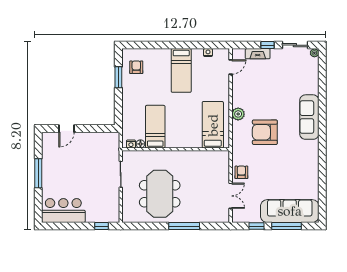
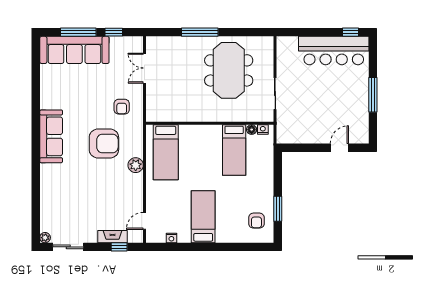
window: (267, 45) -> (119, 247), moved
sofa: (309, 117) -> (51, 136), moved
armchair: (241, 172) -> (122, 107), moved
bar counter: (63, 211) -> (334, 51), width x1.36
window: (101, 226) -> (350, 32), moved

